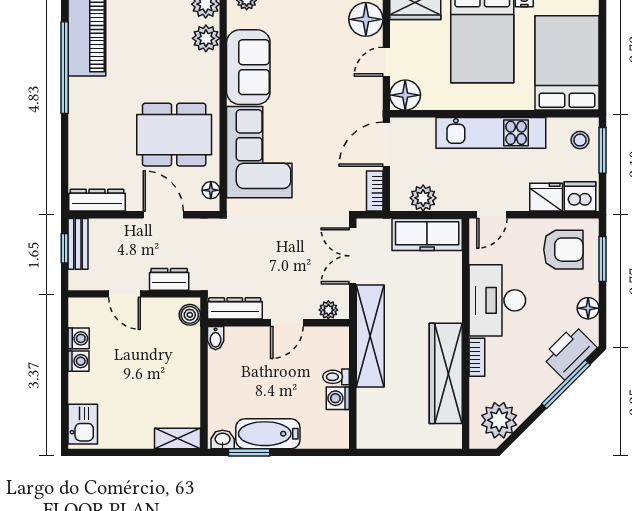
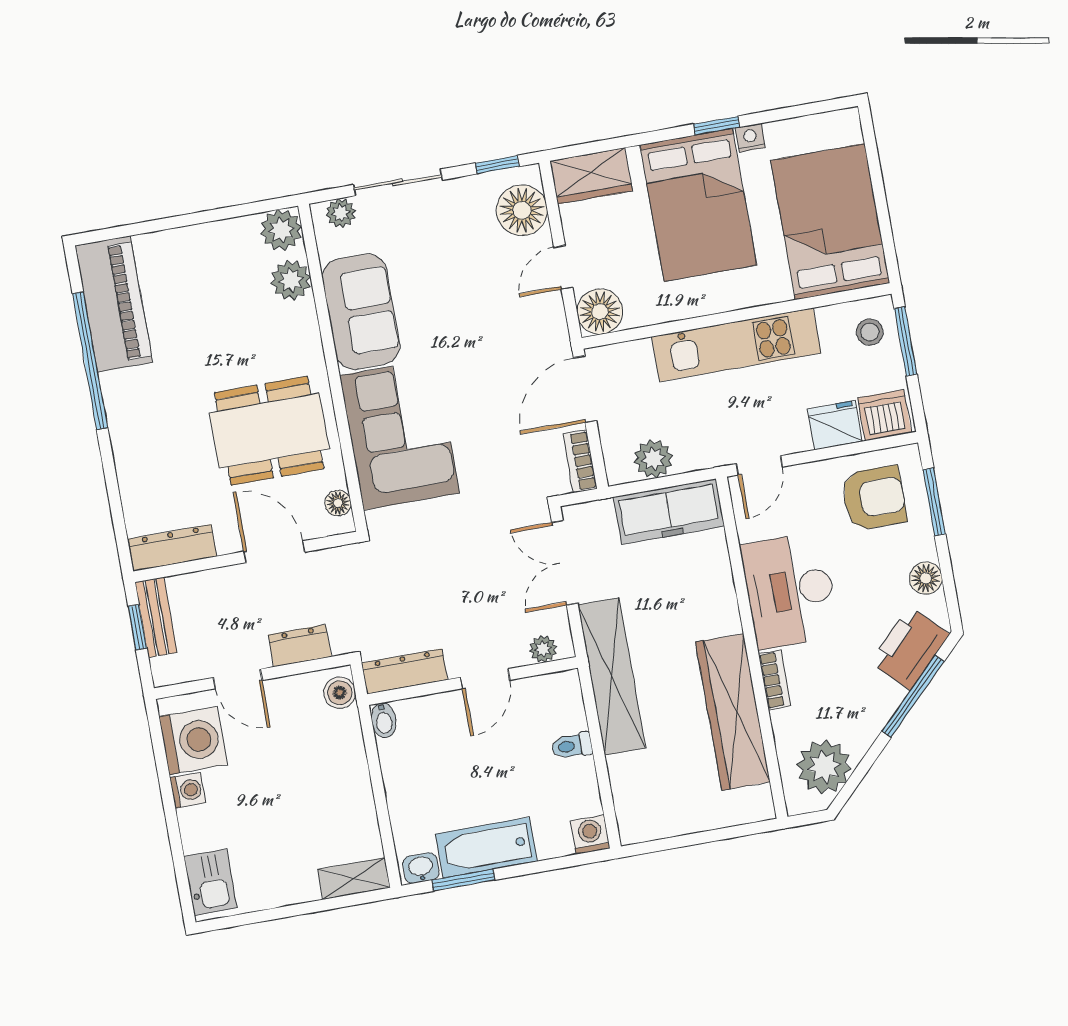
washing machine: (79, 338) -> (193, 740), width x1.89, depth x1.89
washing machine: (338, 398) -> (590, 835), moved, turned 90

